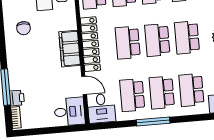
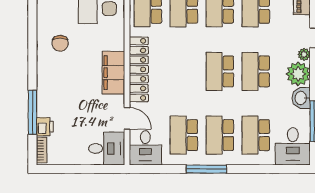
school desk: (128, 43) -> (184, 71), removed

